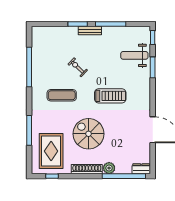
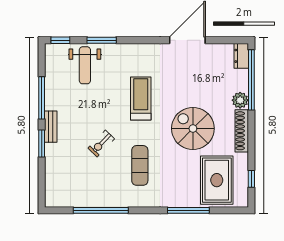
spiral stairs: (89, 134) -> (193, 128), turned 90
rug: (51, 151) -> (217, 180), turned 90

